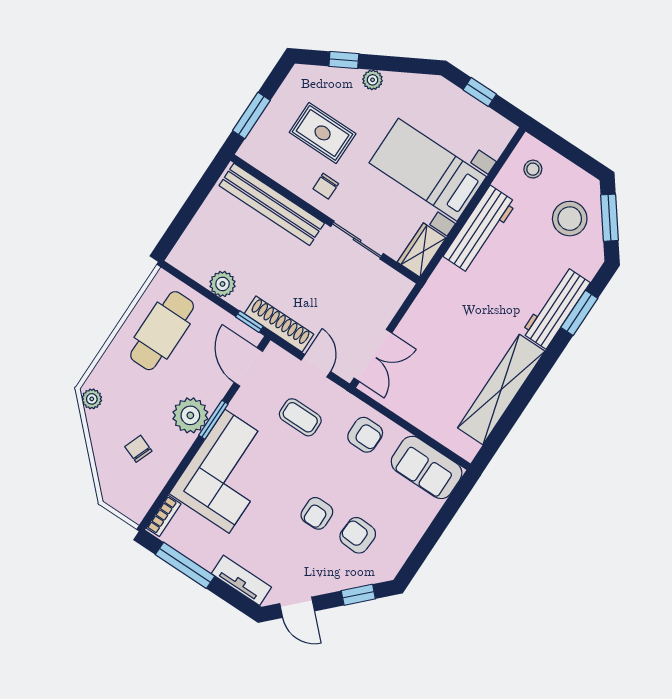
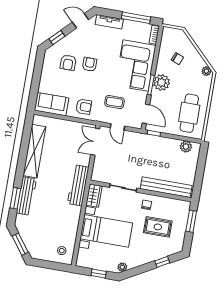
plant: (373, 80) -> (122, 267), moved
stool: (570, 219) -> (37, 236), removed
workbench: (480, 230) -> (78, 185), moved
plant: (223, 284) -> (186, 147), moved
shoe rack: (279, 324) -> (141, 138), removed
armchair: (365, 435) -> (84, 107), turned 180
armchair: (358, 535) -> (68, 63), turned 87

